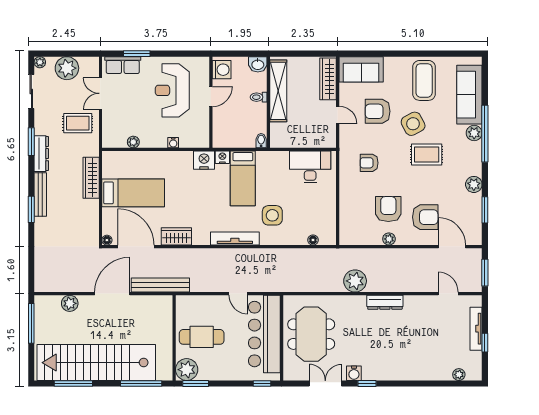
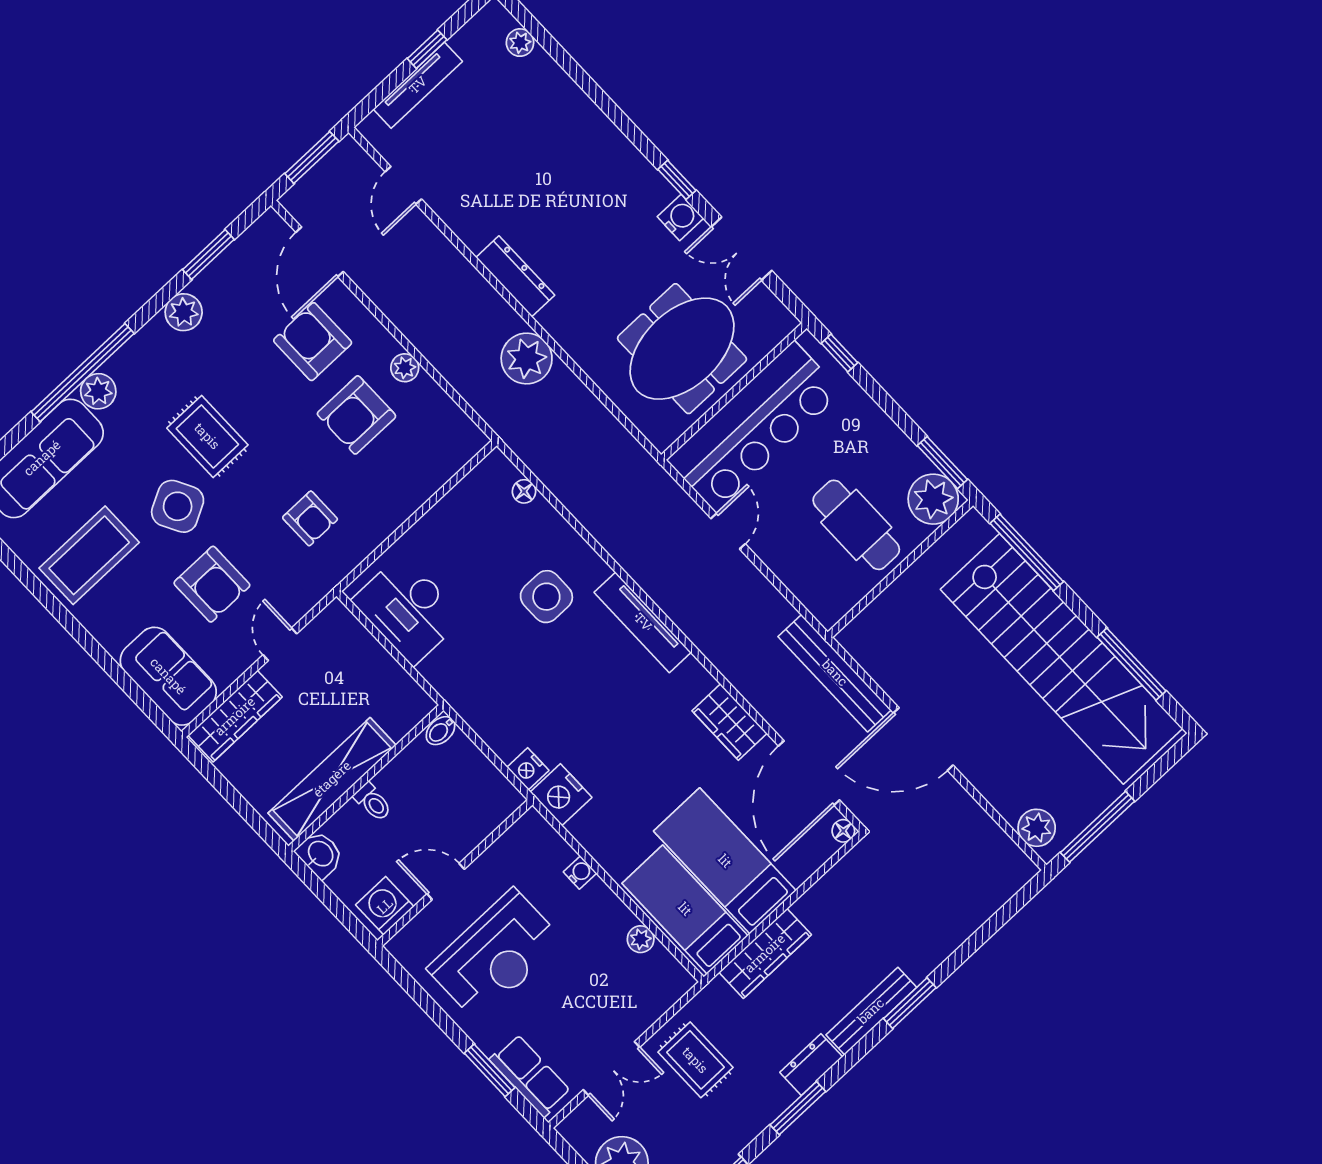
dresser: (41, 154) -> (811, 1065), width x0.70
bed: (243, 178) -> (685, 909), moved, turned -90
plant: (70, 303) -> (1037, 828), moved

